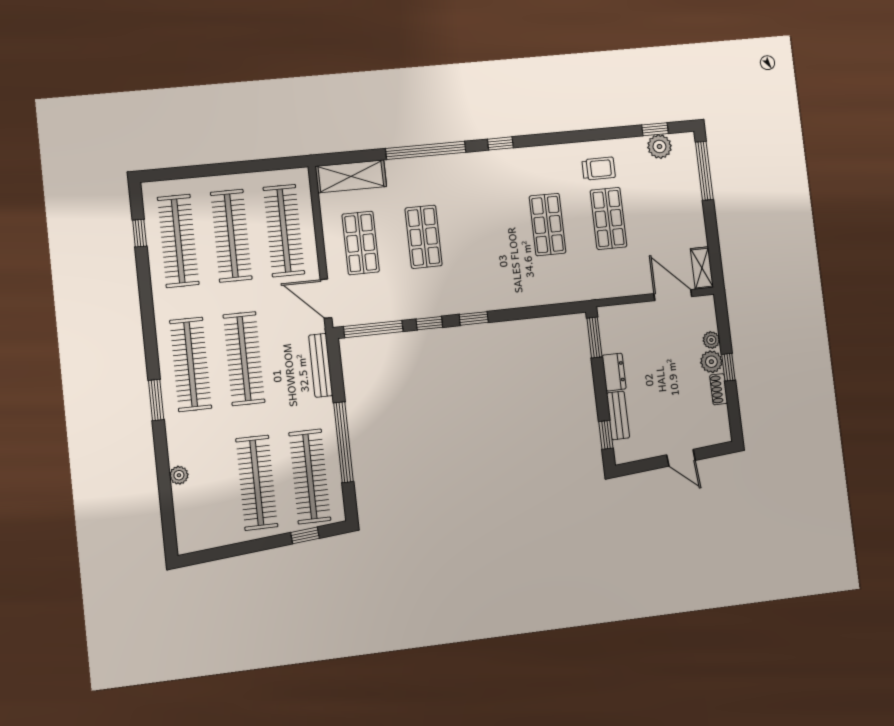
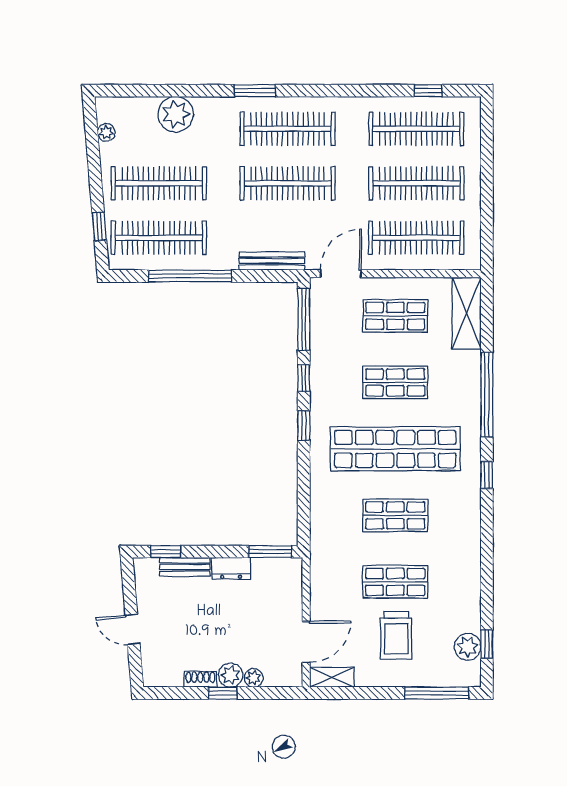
trolley: (599, 169) -> (396, 635), moved, width x1.36, depth x1.39
shop shelf: (486, 231) -> (395, 449), added
door: (681, 458) -> (133, 629), hinge flipped
plant: (179, 475) -> (176, 114), width x1.88, depth x1.88
plant: (212, 540) -> (106, 132), added

